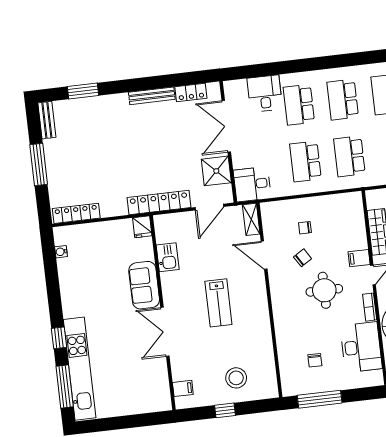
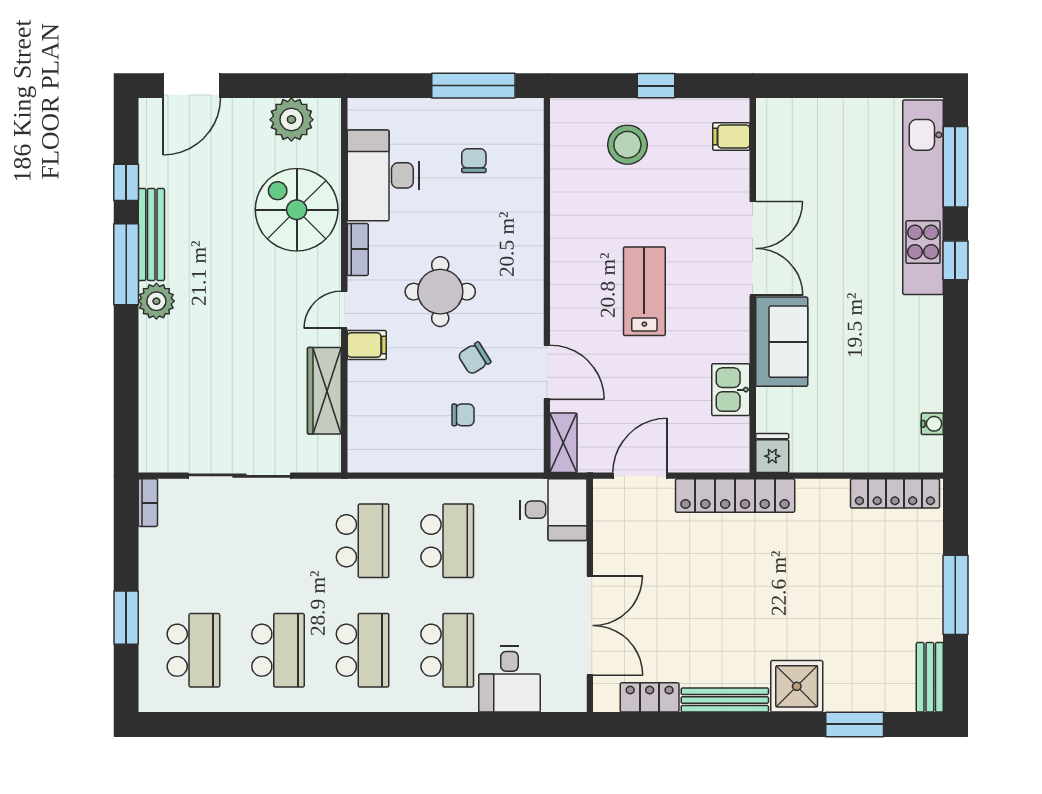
shower: (216, 171) -> (797, 686), moved

